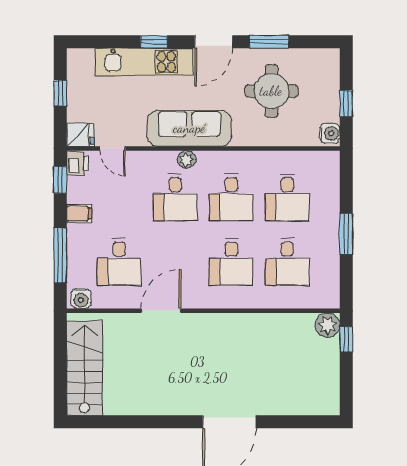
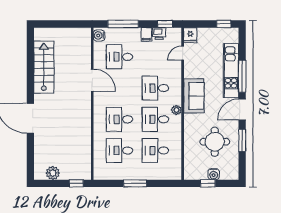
window: (154, 42) -> (242, 76), width x2.17
door: (214, 42) -> (242, 109), hinge flipped
window: (60, 93) -> (224, 24), moved
sofa: (189, 128) -> (194, 96), width x0.73
water cooler: (330, 133) -> (214, 174), moved
plant: (187, 160) -> (176, 110), moved
printer: (77, 163) -> (159, 33), moved
plant: (328, 325) -> (53, 173), moved
stairs: (84, 368) -> (44, 67), moved, turned -90

